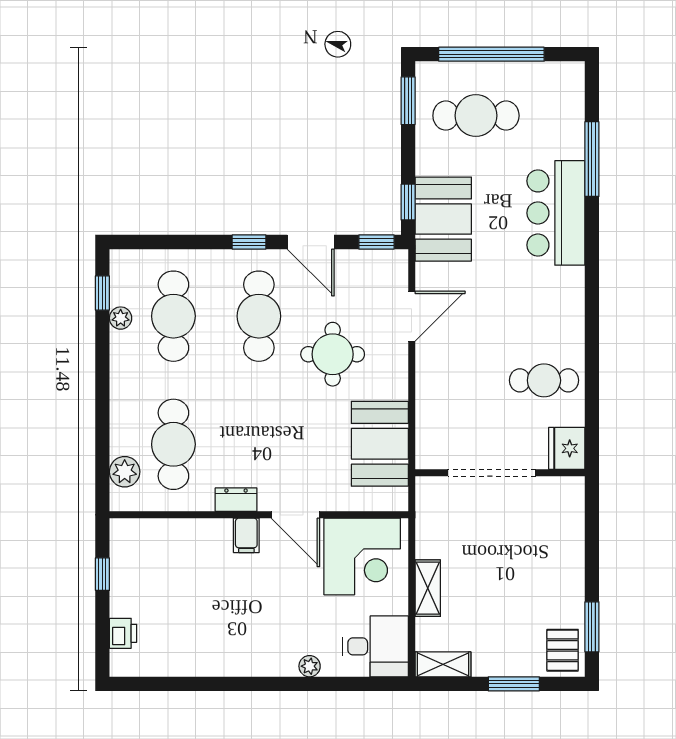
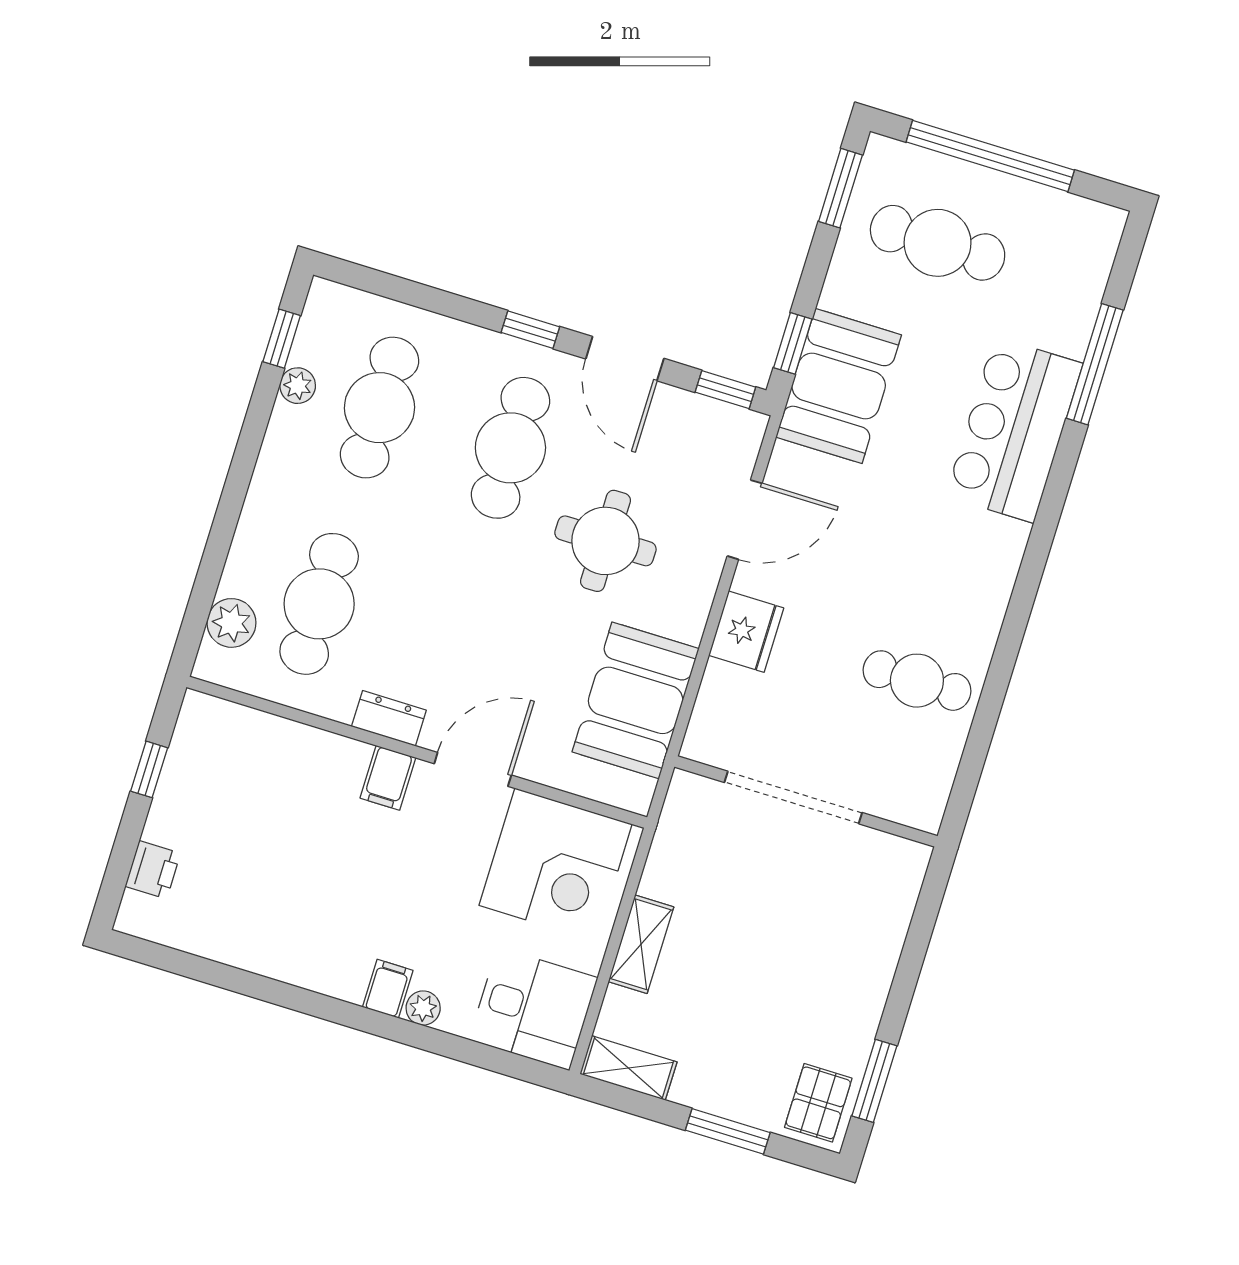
fridge: (567, 448) -> (746, 632), moved, turned 180
door: (295, 515) -> (473, 769), swing flipped
filing cabinet: (285, 661) -> (388, 989), added

